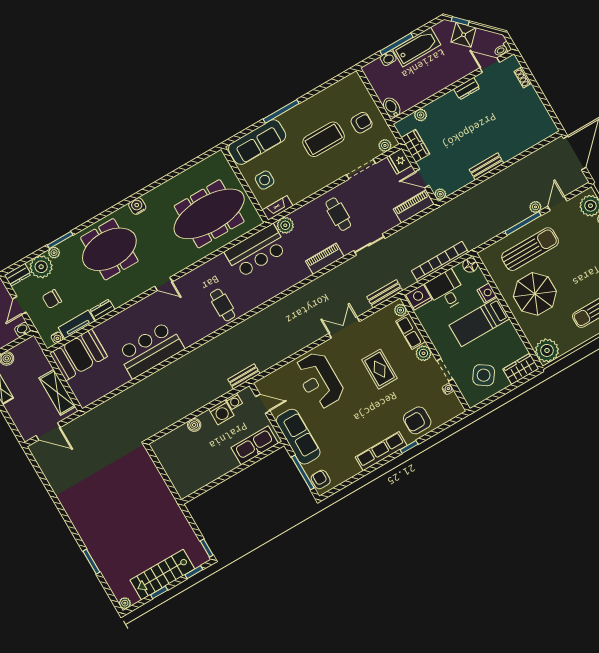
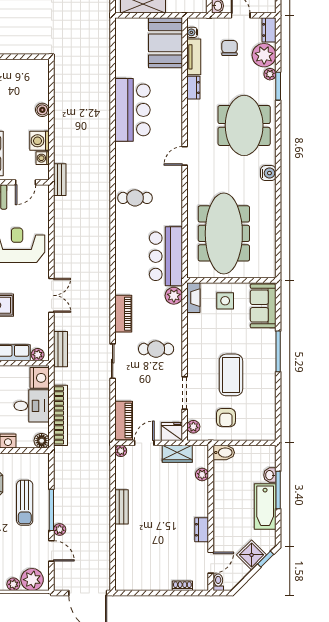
sofa: (257, 142) -> (263, 306), width x0.73
sun lounger: (530, 249) -> (25, 503), width x0.73, depth x0.75

